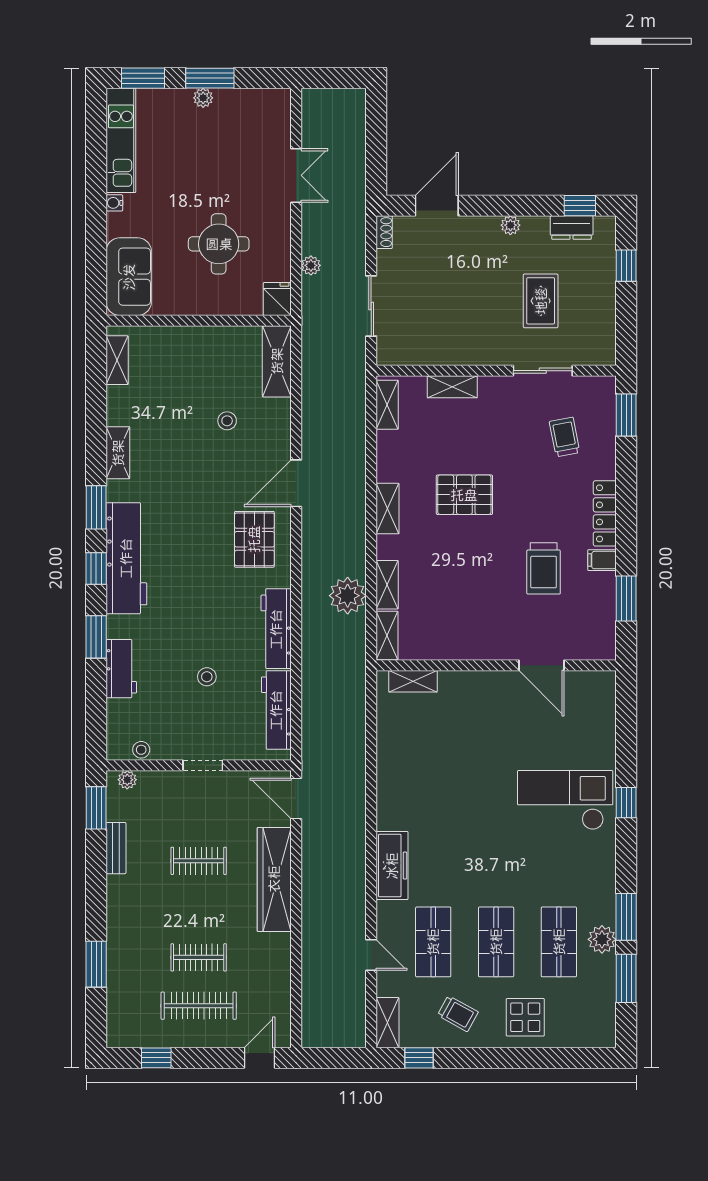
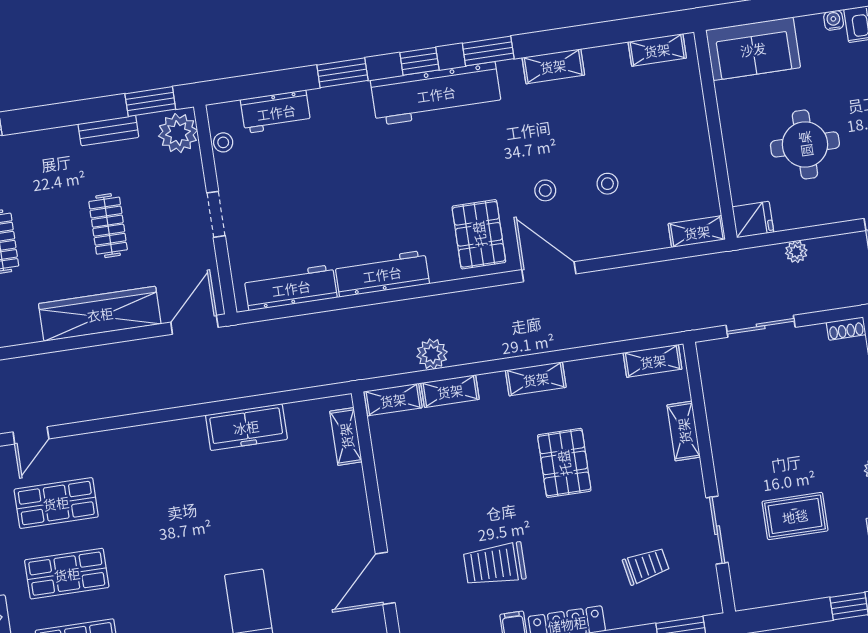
shelving: (277, 361) -> (697, 232), width x0.67, depth x0.75
pallet: (254, 539) -> (479, 234), turned 90
plant: (348, 596) -> (432, 354), width x0.73, depth x0.73
workbench: (121, 669) -> (276, 112), moved
stool: (207, 677) -> (545, 190), moved
plant: (127, 780) -> (178, 133), width x1.88, depth x1.88
freezer: (392, 866) -> (246, 427), moved

